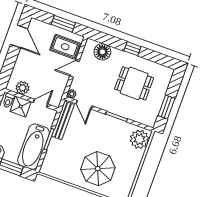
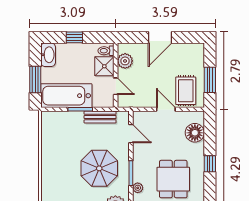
door: (19, 37) -> (160, 37), moved
plant: (72, 94) -> (138, 188), moved
door: (84, 105) -> (131, 134), swing flipped
bench: (63, 120) -> (100, 117), width x0.73
parasol: (98, 169) -> (99, 168), moved

